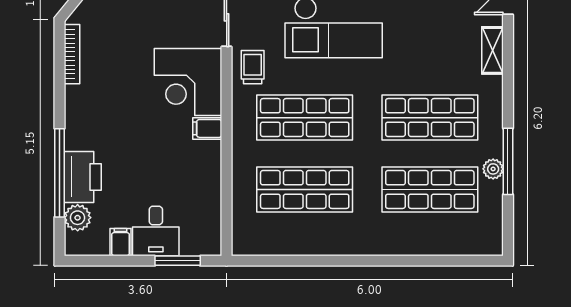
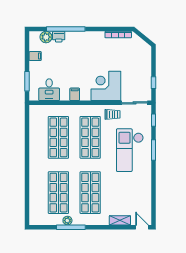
filing cabinet: (207, 128) -> (75, 94), moved
printer: (83, 177) -> (59, 37), width x0.53, depth x0.68
desk: (156, 231) -> (49, 90), moved, turned -90

